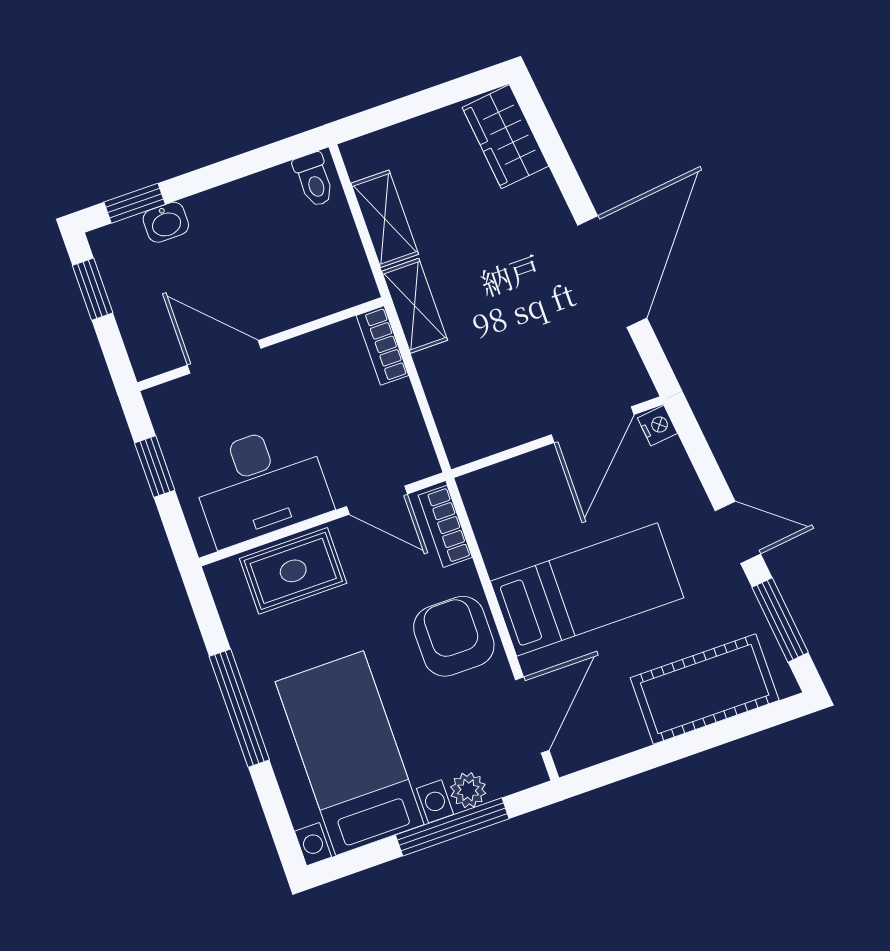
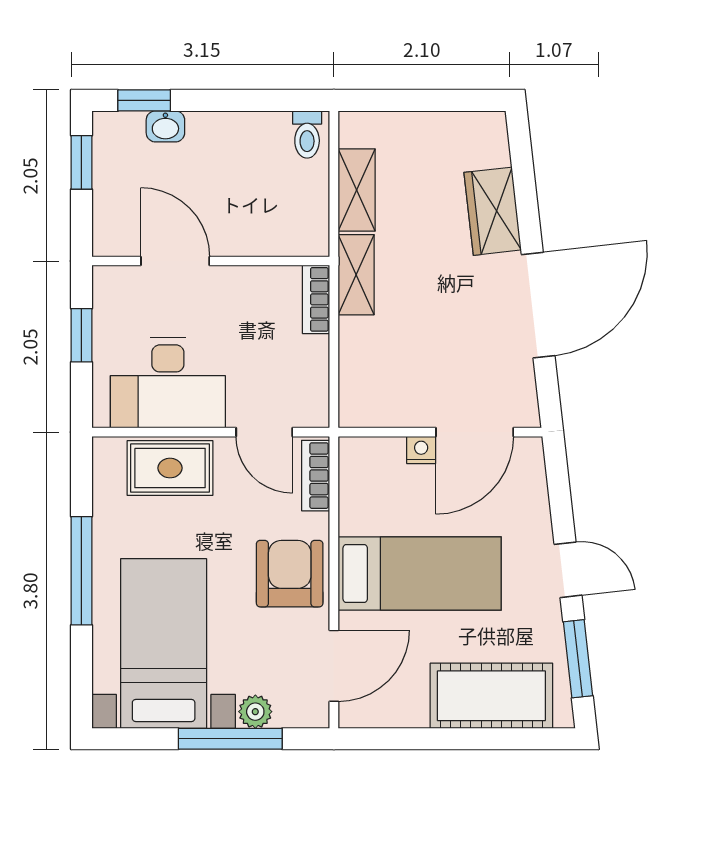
wardrobe: (505, 137) -> (493, 211), moved
nightstand: (657, 426) -> (421, 450), moved, turned -84

